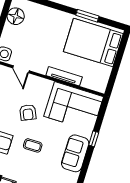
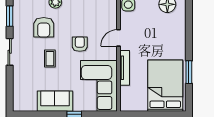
door: (21, 69) -> (119, 38), moved
armchair: (28, 112) -> (80, 44), turned 114

